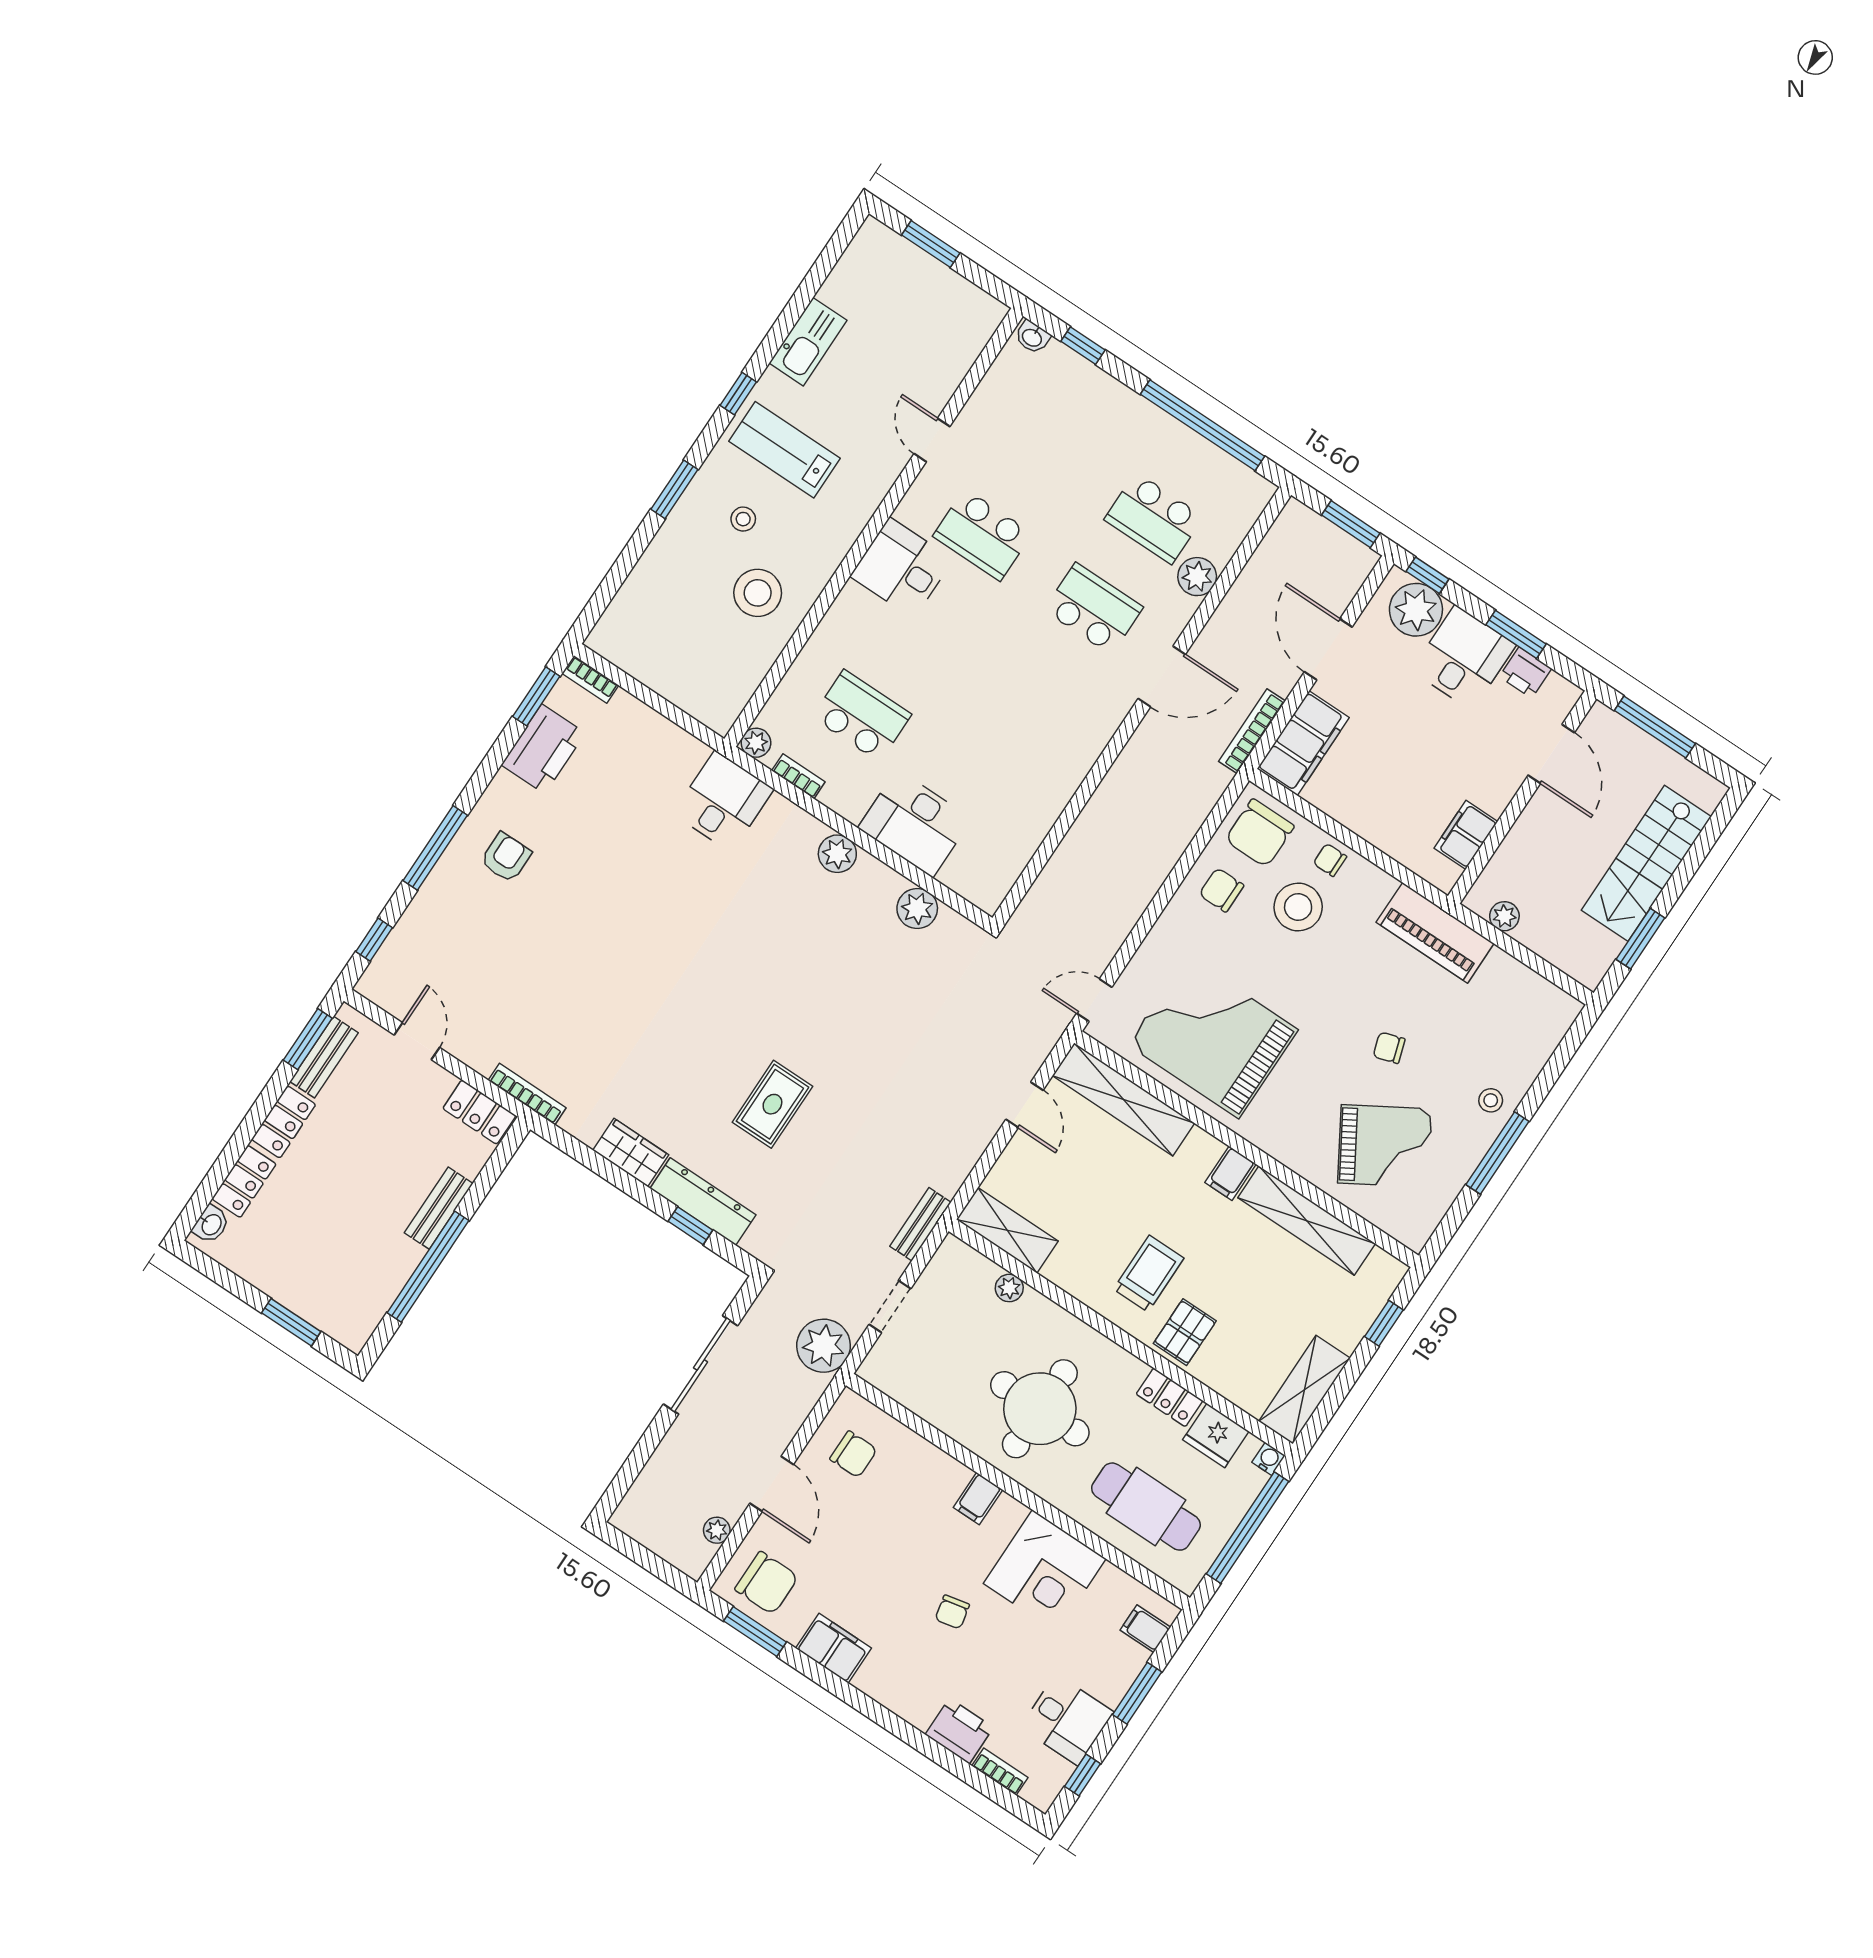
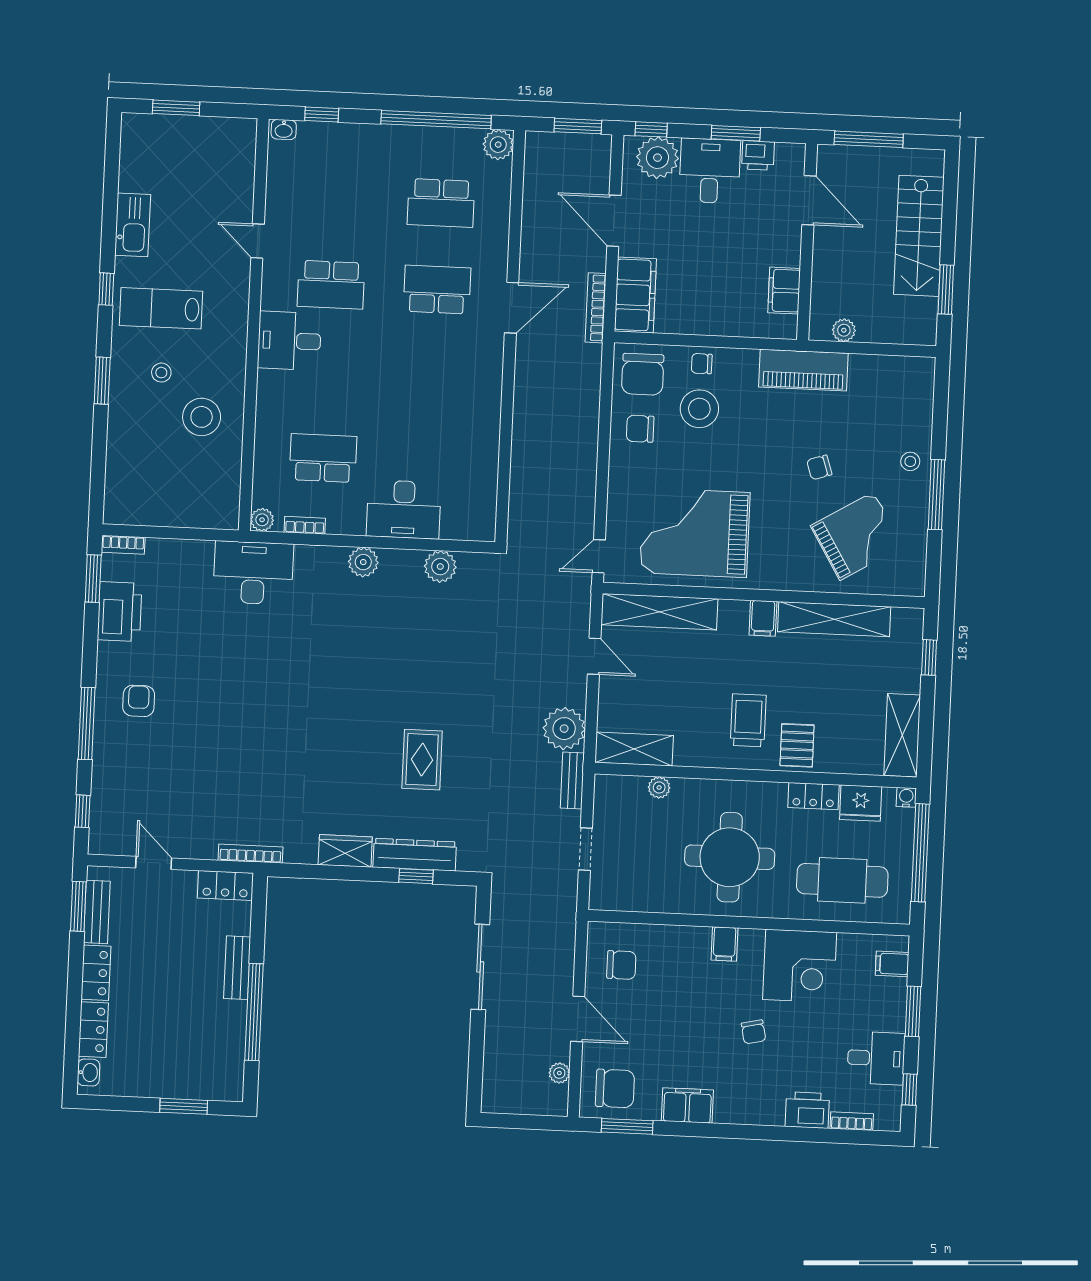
plant: (1197, 577) -> (498, 145), moved
desk: (723, 801) -> (253, 573), width x1.37
plant: (824, 1346) -> (564, 729), moved

